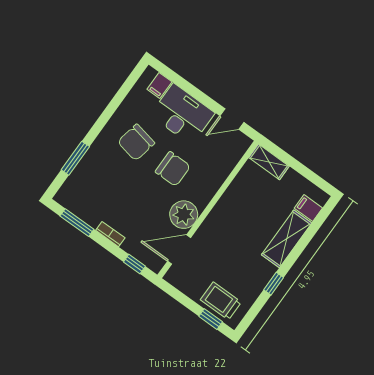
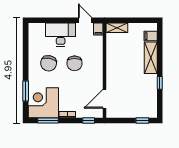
filing cabinet: (159, 85) -> (98, 29), moved
door: (232, 119) -> (85, 20), swing flipped
chair: (173, 169) -> (74, 63), turned 90
corner desk: (89, 193) -> (43, 103), added
plant: (184, 215) -> (95, 81), removed
trolley: (221, 301) -> (141, 109), removed

